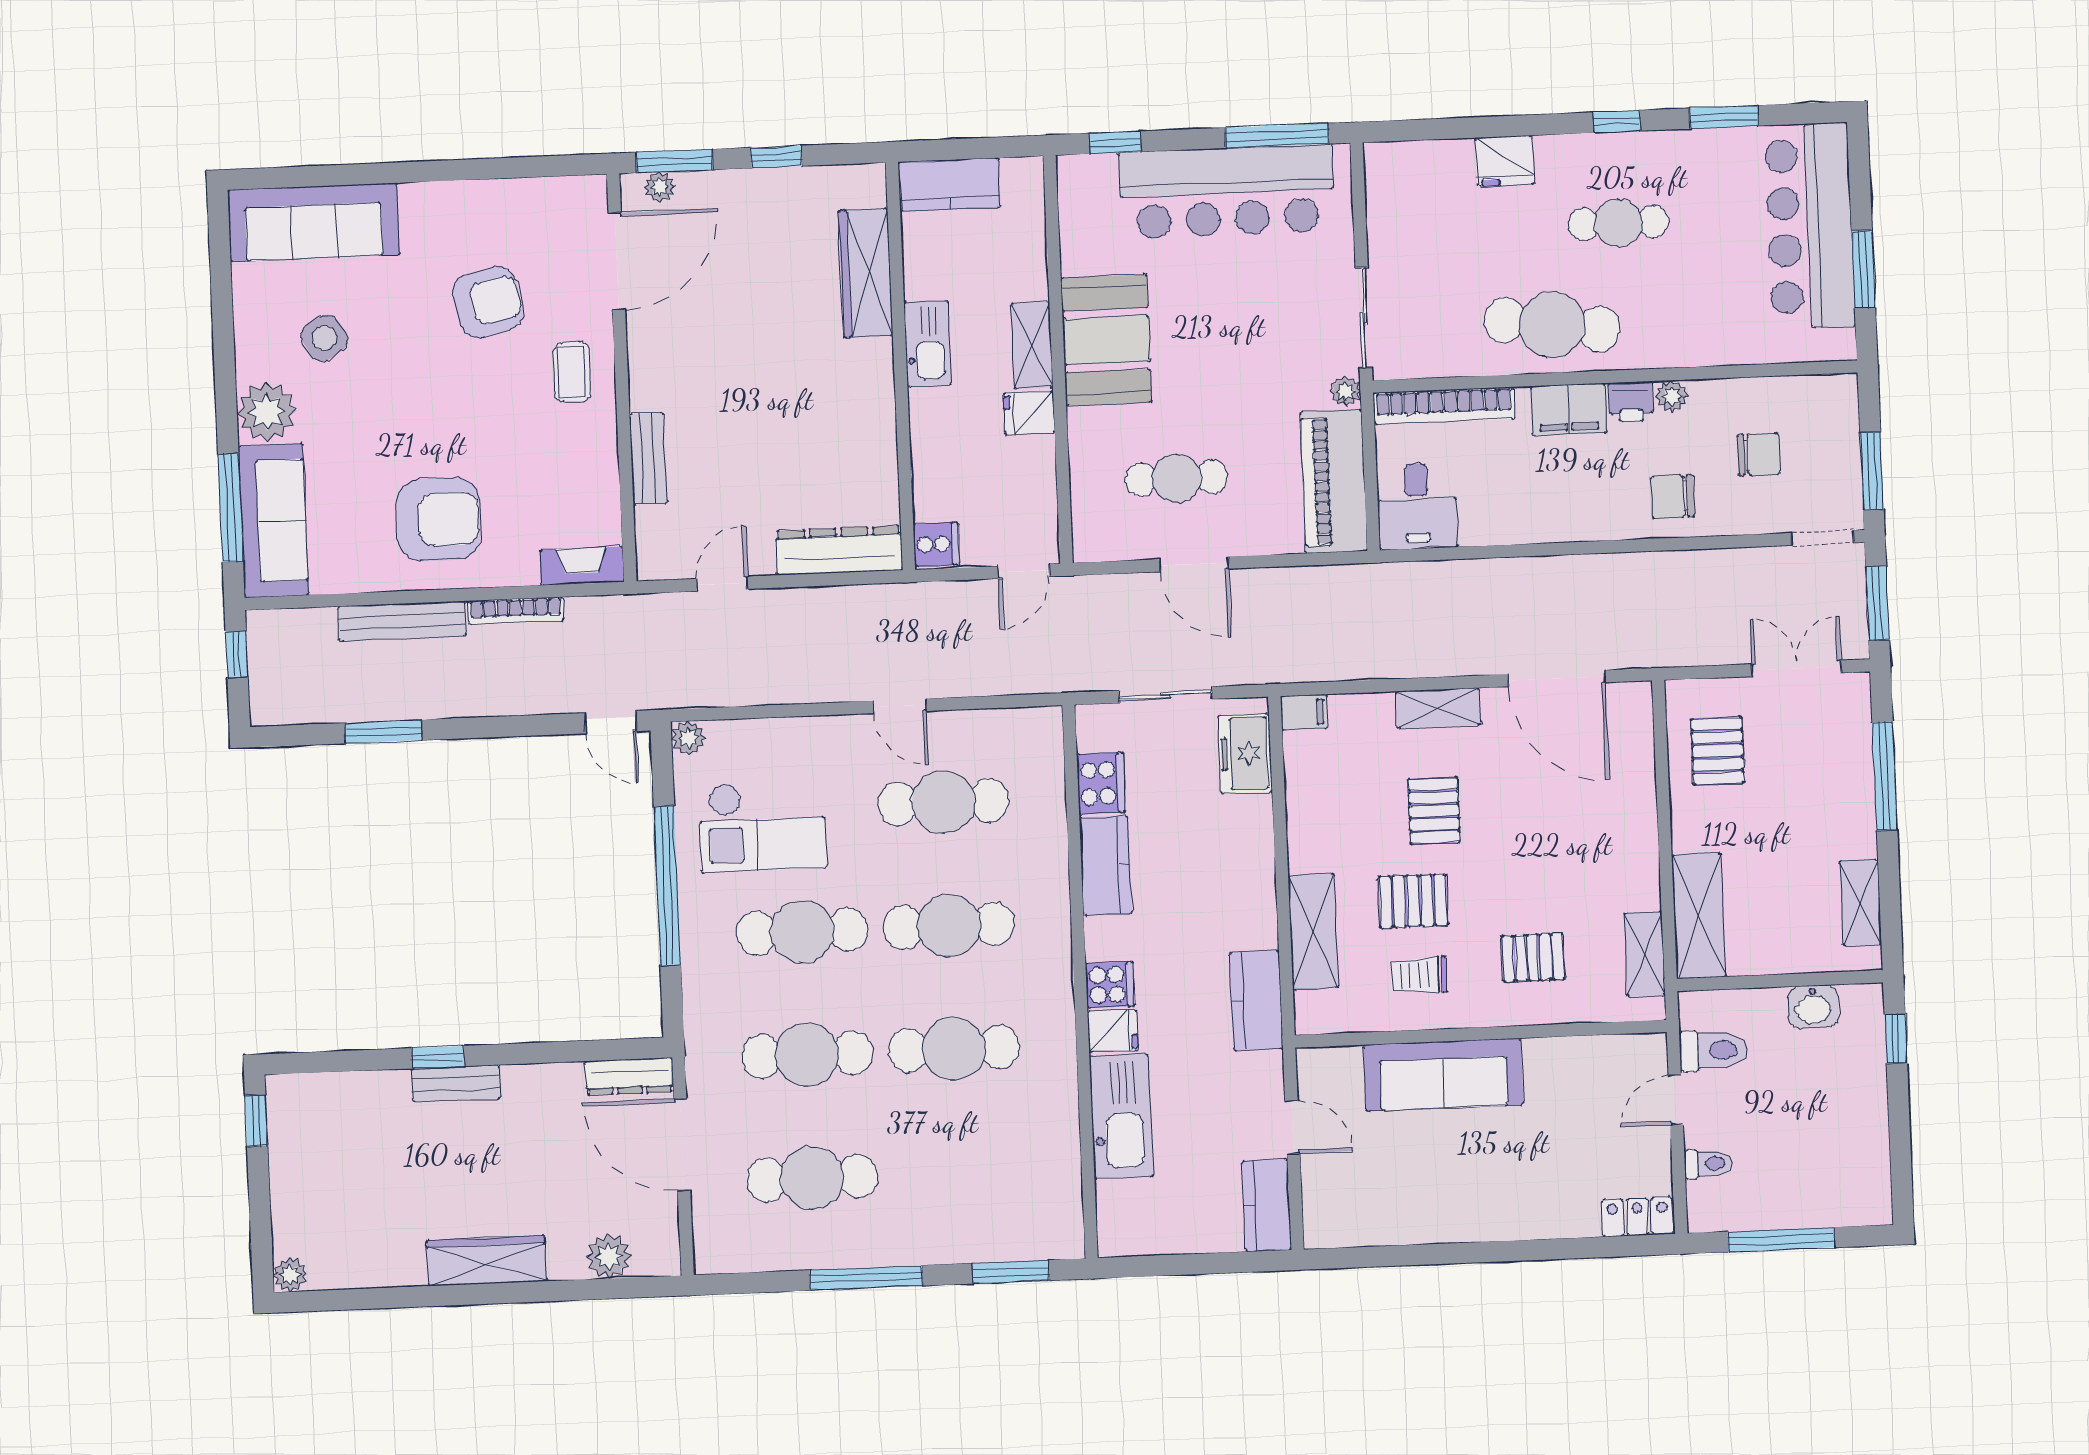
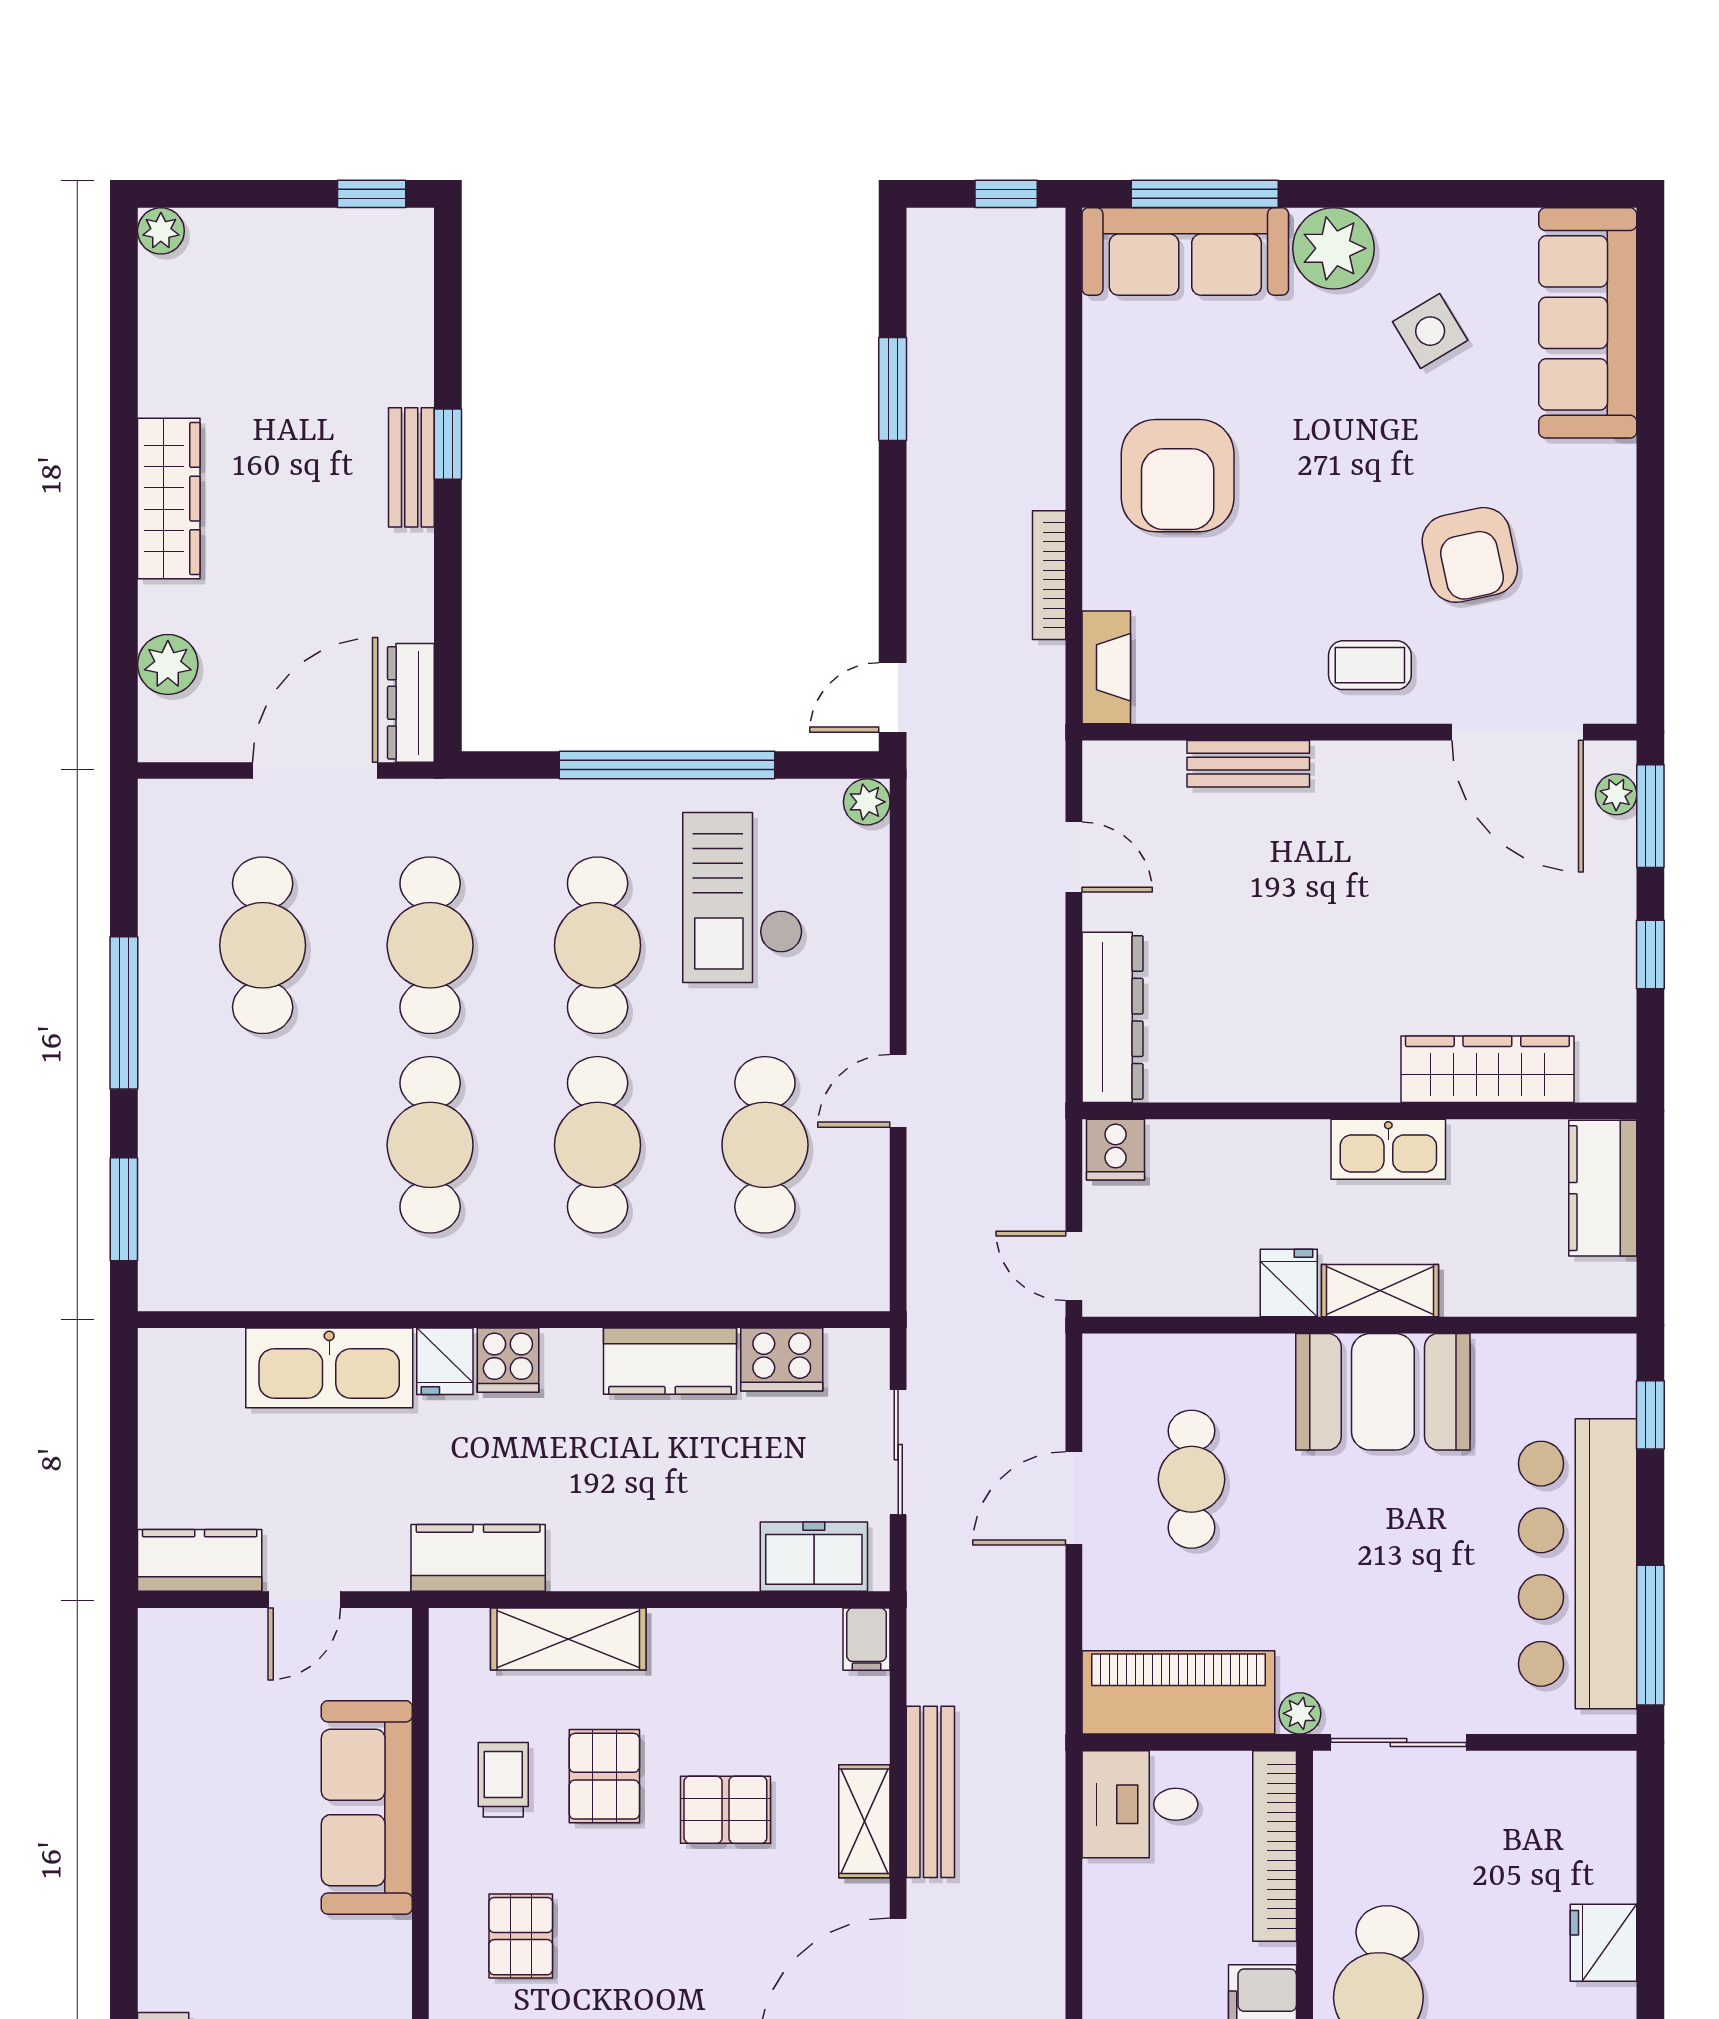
bench: (402, 621) -> (930, 1792), moved

